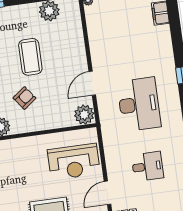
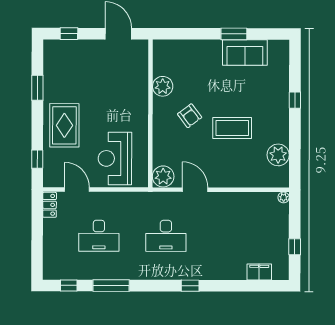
desk: (139, 104) -> (166, 236), width x0.73, depth x0.77
desk: (148, 166) -> (99, 236), width x1.37

